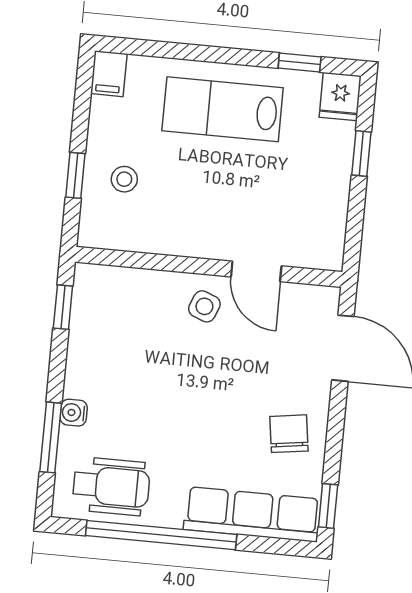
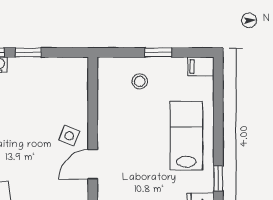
window: (75, 175) -> (158, 52), moved
window: (63, 307) -> (28, 52), moved

